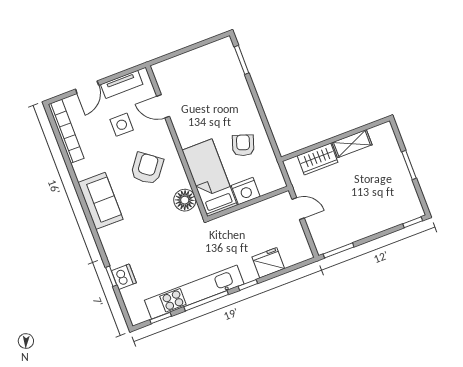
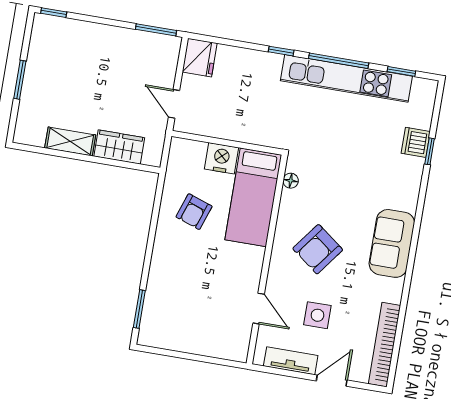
floor lamp: (185, 200) -> (291, 181), width x0.53, depth x0.53
fridge: (268, 263) -> (200, 58), moved, turned -90

